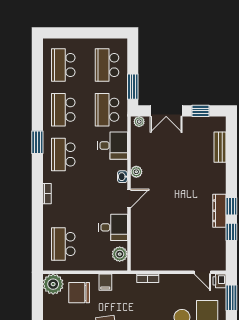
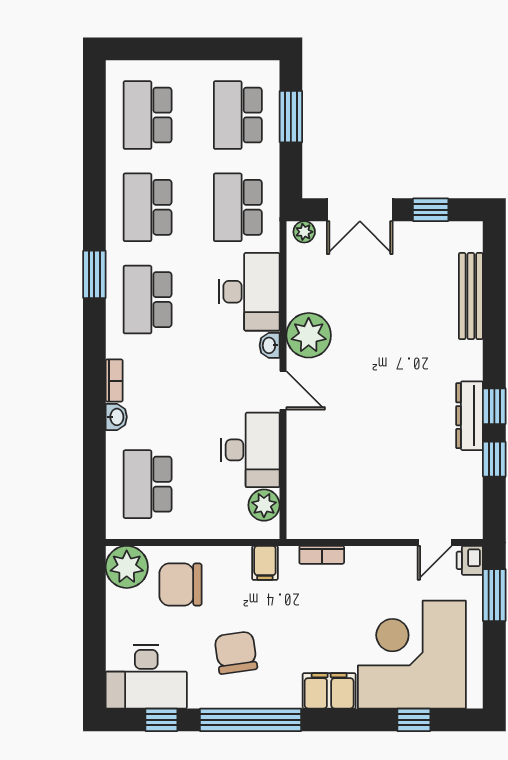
window: (133, 87) -> (291, 117), moved
desk: (112, 146) -> (249, 292), width x1.37
bench: (220, 147) -> (471, 296), width x1.36
plant: (136, 172) -> (309, 335), width x1.88, depth x1.88
door: (129, 198) -> (283, 390), hinge flipped
washbasin: (48, 211) -> (116, 417), added
desk: (113, 227) -> (250, 450), width x1.37
door: (202, 272) -> (435, 542), hinge flipped
filing cabinet: (105, 282) -> (265, 563), moved

